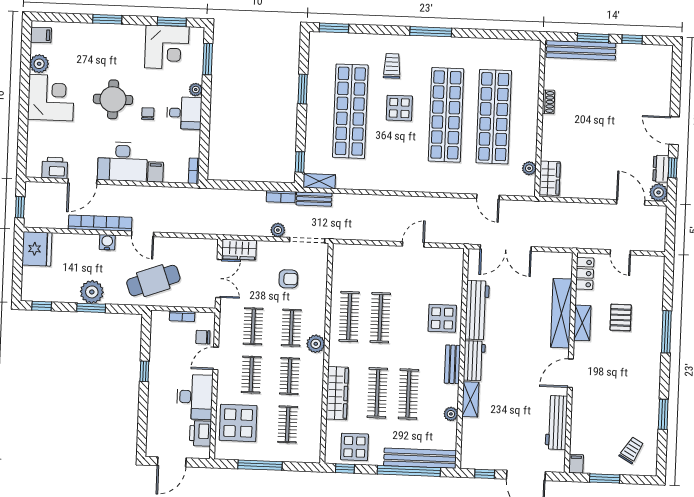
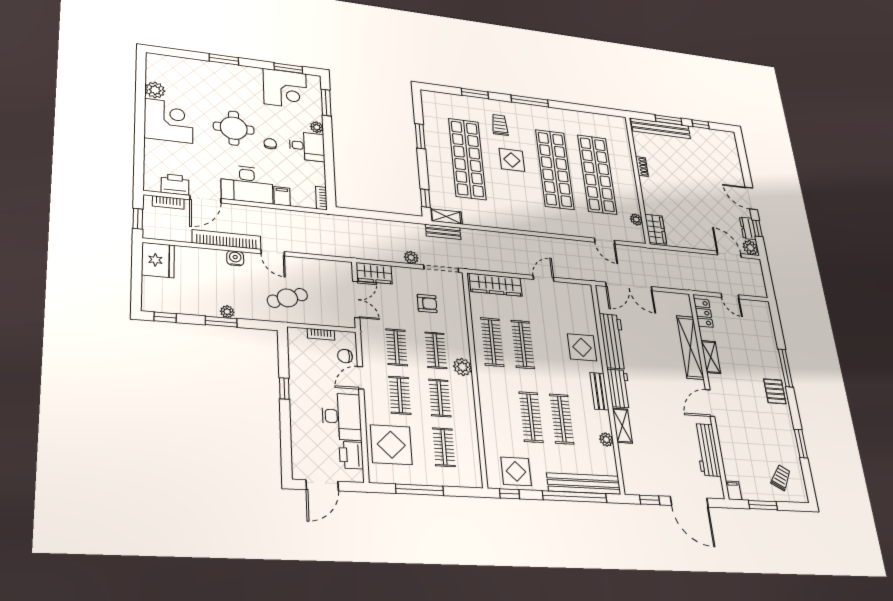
window: (334, 28) -> (475, 94), moved
filing cabinet: (41, 35) -> (156, 66), removed
bookcase: (281, 197) -> (168, 202), moved
cafe table: (153, 281) -> (287, 298), width x0.73, depth x0.74
plant: (92, 292) -> (227, 312), width x0.53, depth x0.53
pallet: (621, 317) -> (775, 391), moved
wardrobe: (337, 393) -> (496, 285), moved, turned 90

